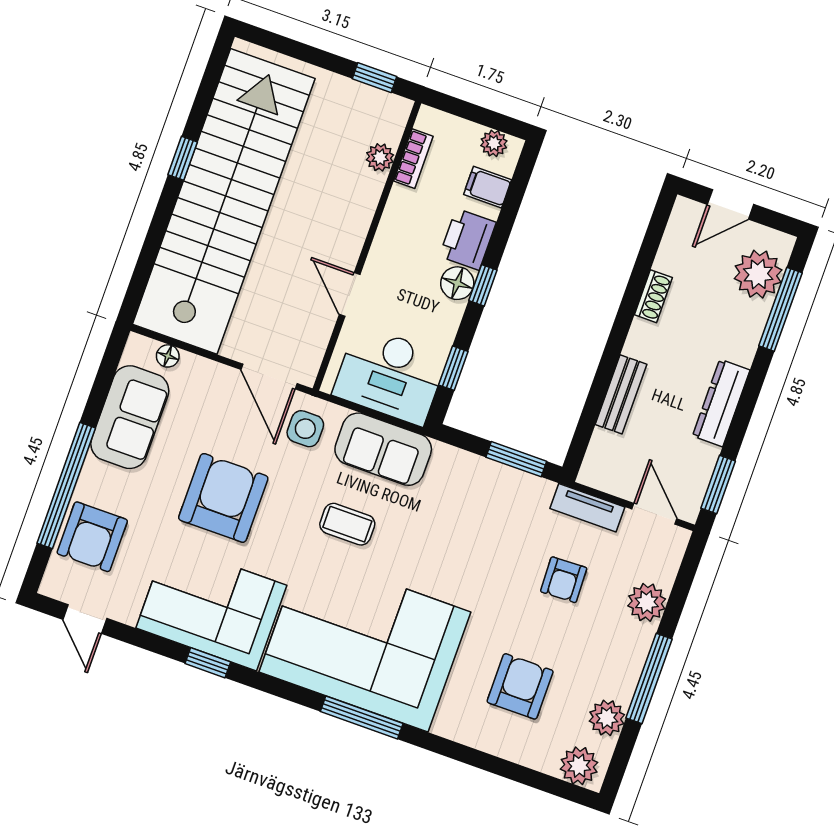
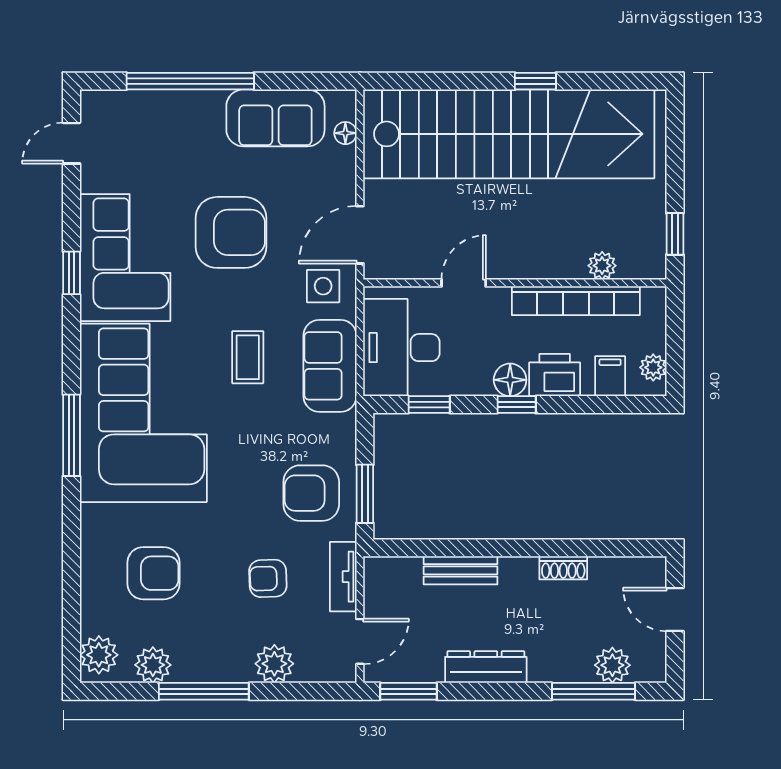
bookcase: (413, 159) -> (576, 301), width x2.31, depth x1.31
plant: (758, 274) -> (612, 665), width x0.73, depth x0.73
armchair: (92, 537) -> (311, 493), moved

